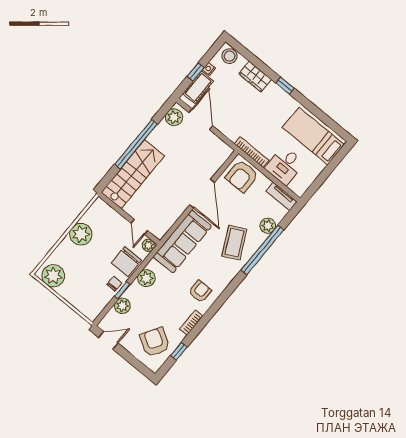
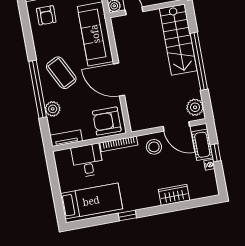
stool: (229, 56) -> (154, 147), moved
window: (285, 86) -> (127, 216), moved
armchair: (242, 176) -> (107, 121), turned -90

